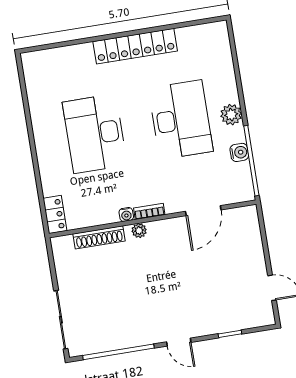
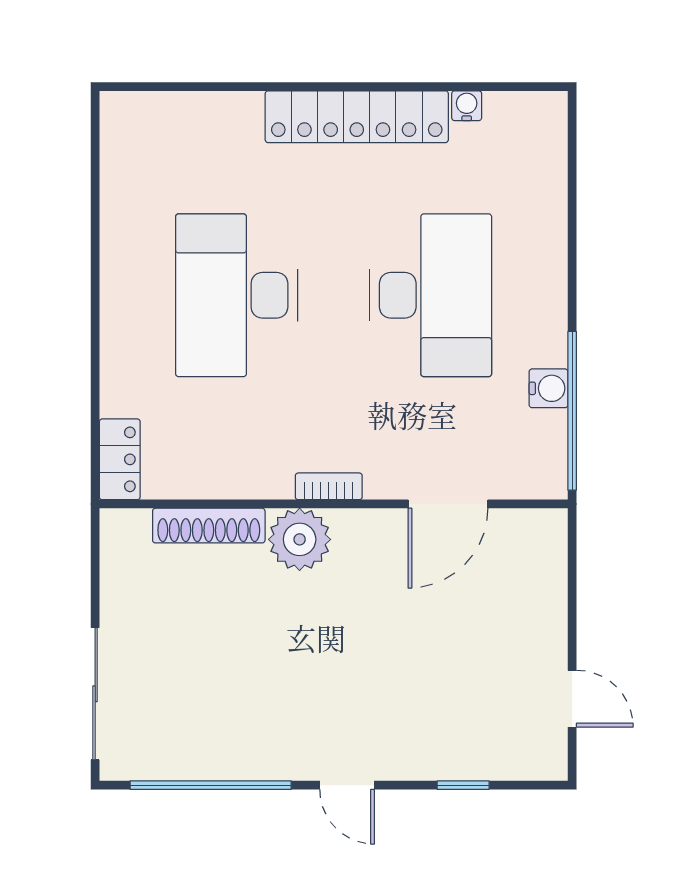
plant: (231, 115) -> (544, 302), removed
water cooler: (126, 214) -> (467, 106), moved, turned 180
plant: (139, 231) -> (300, 539), width x1.88, depth x1.88

